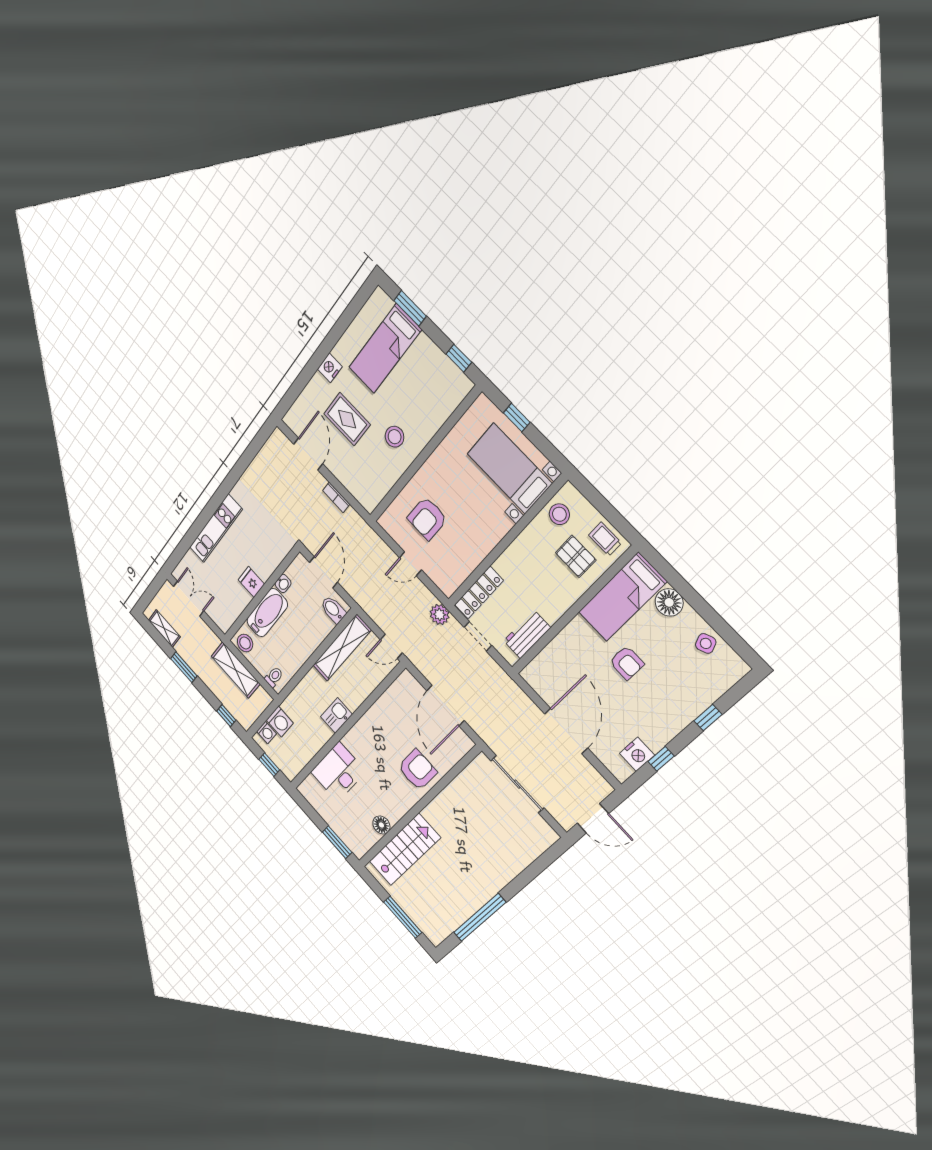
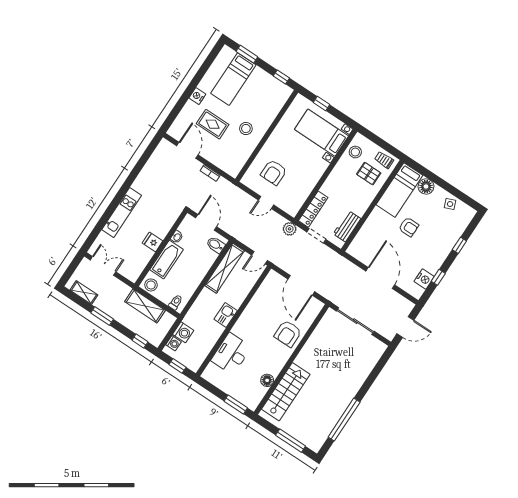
armchair: (417, 770) -> (288, 334), turned 180

